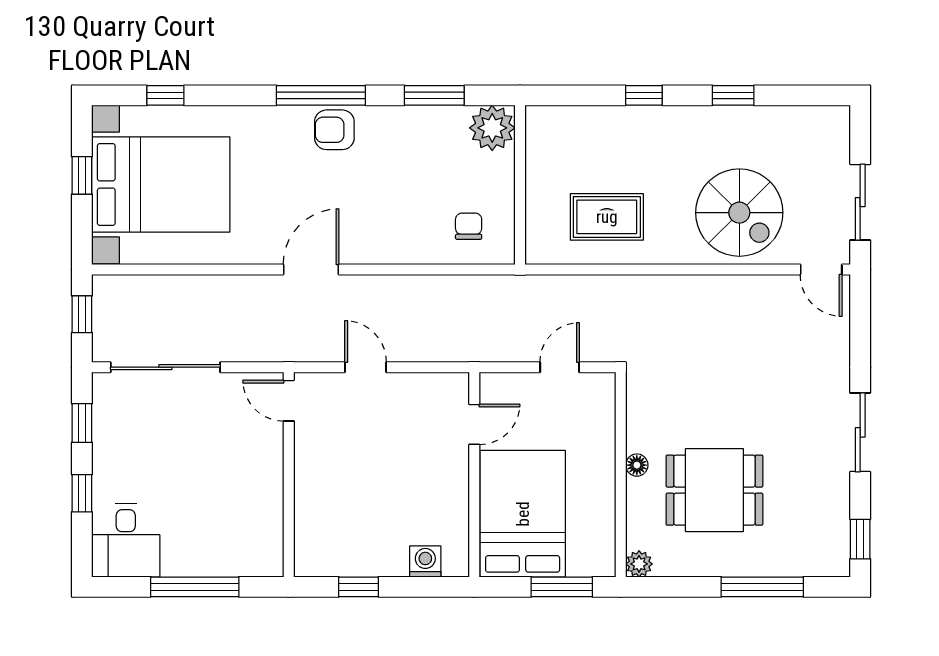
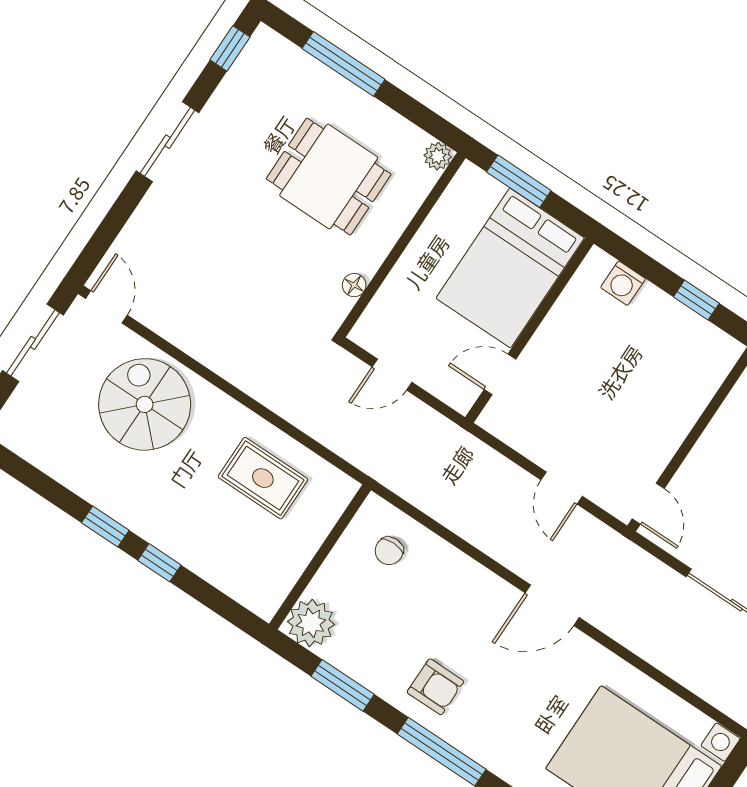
window: (733, 95) -> (105, 526), moved
armchair: (334, 130) -> (435, 687), moved
floor lamp: (637, 465) -> (354, 285), moved

